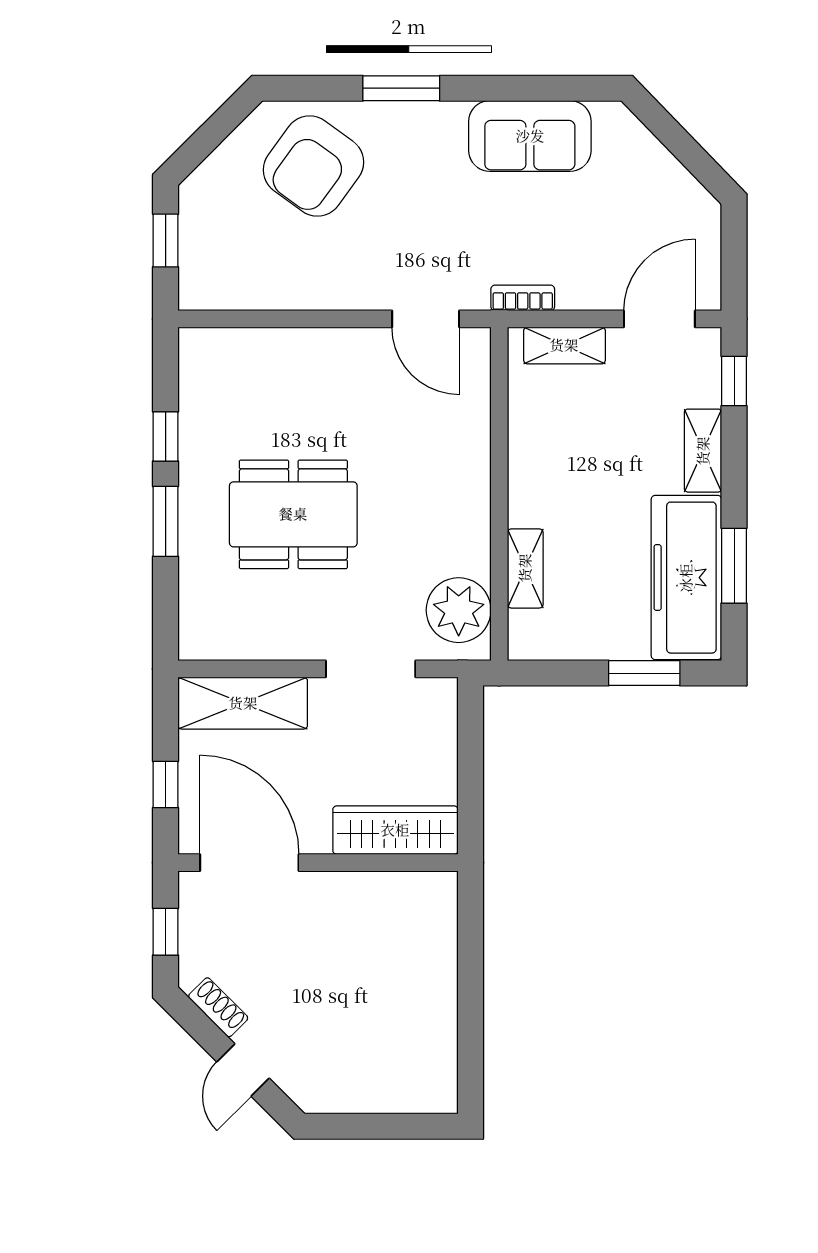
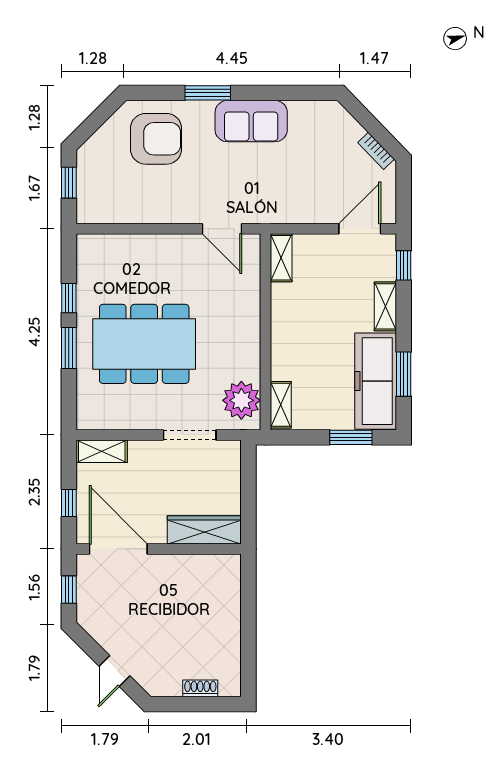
sofa: (530, 136) -> (251, 121), moved
armchair: (313, 166) -> (156, 139), turned -126
bookcase: (523, 298) -> (376, 151), moved, turned -134
shelving: (564, 345) -> (281, 258), moved, turned 90
dining table: (293, 514) -> (144, 344), width x1.36, depth x1.24
shelving: (525, 568) -> (281, 405), moved
shelving: (243, 703) -> (102, 451), width x0.67, depth x0.75
shoe rack: (218, 1007) -> (200, 688), moved, turned -45

